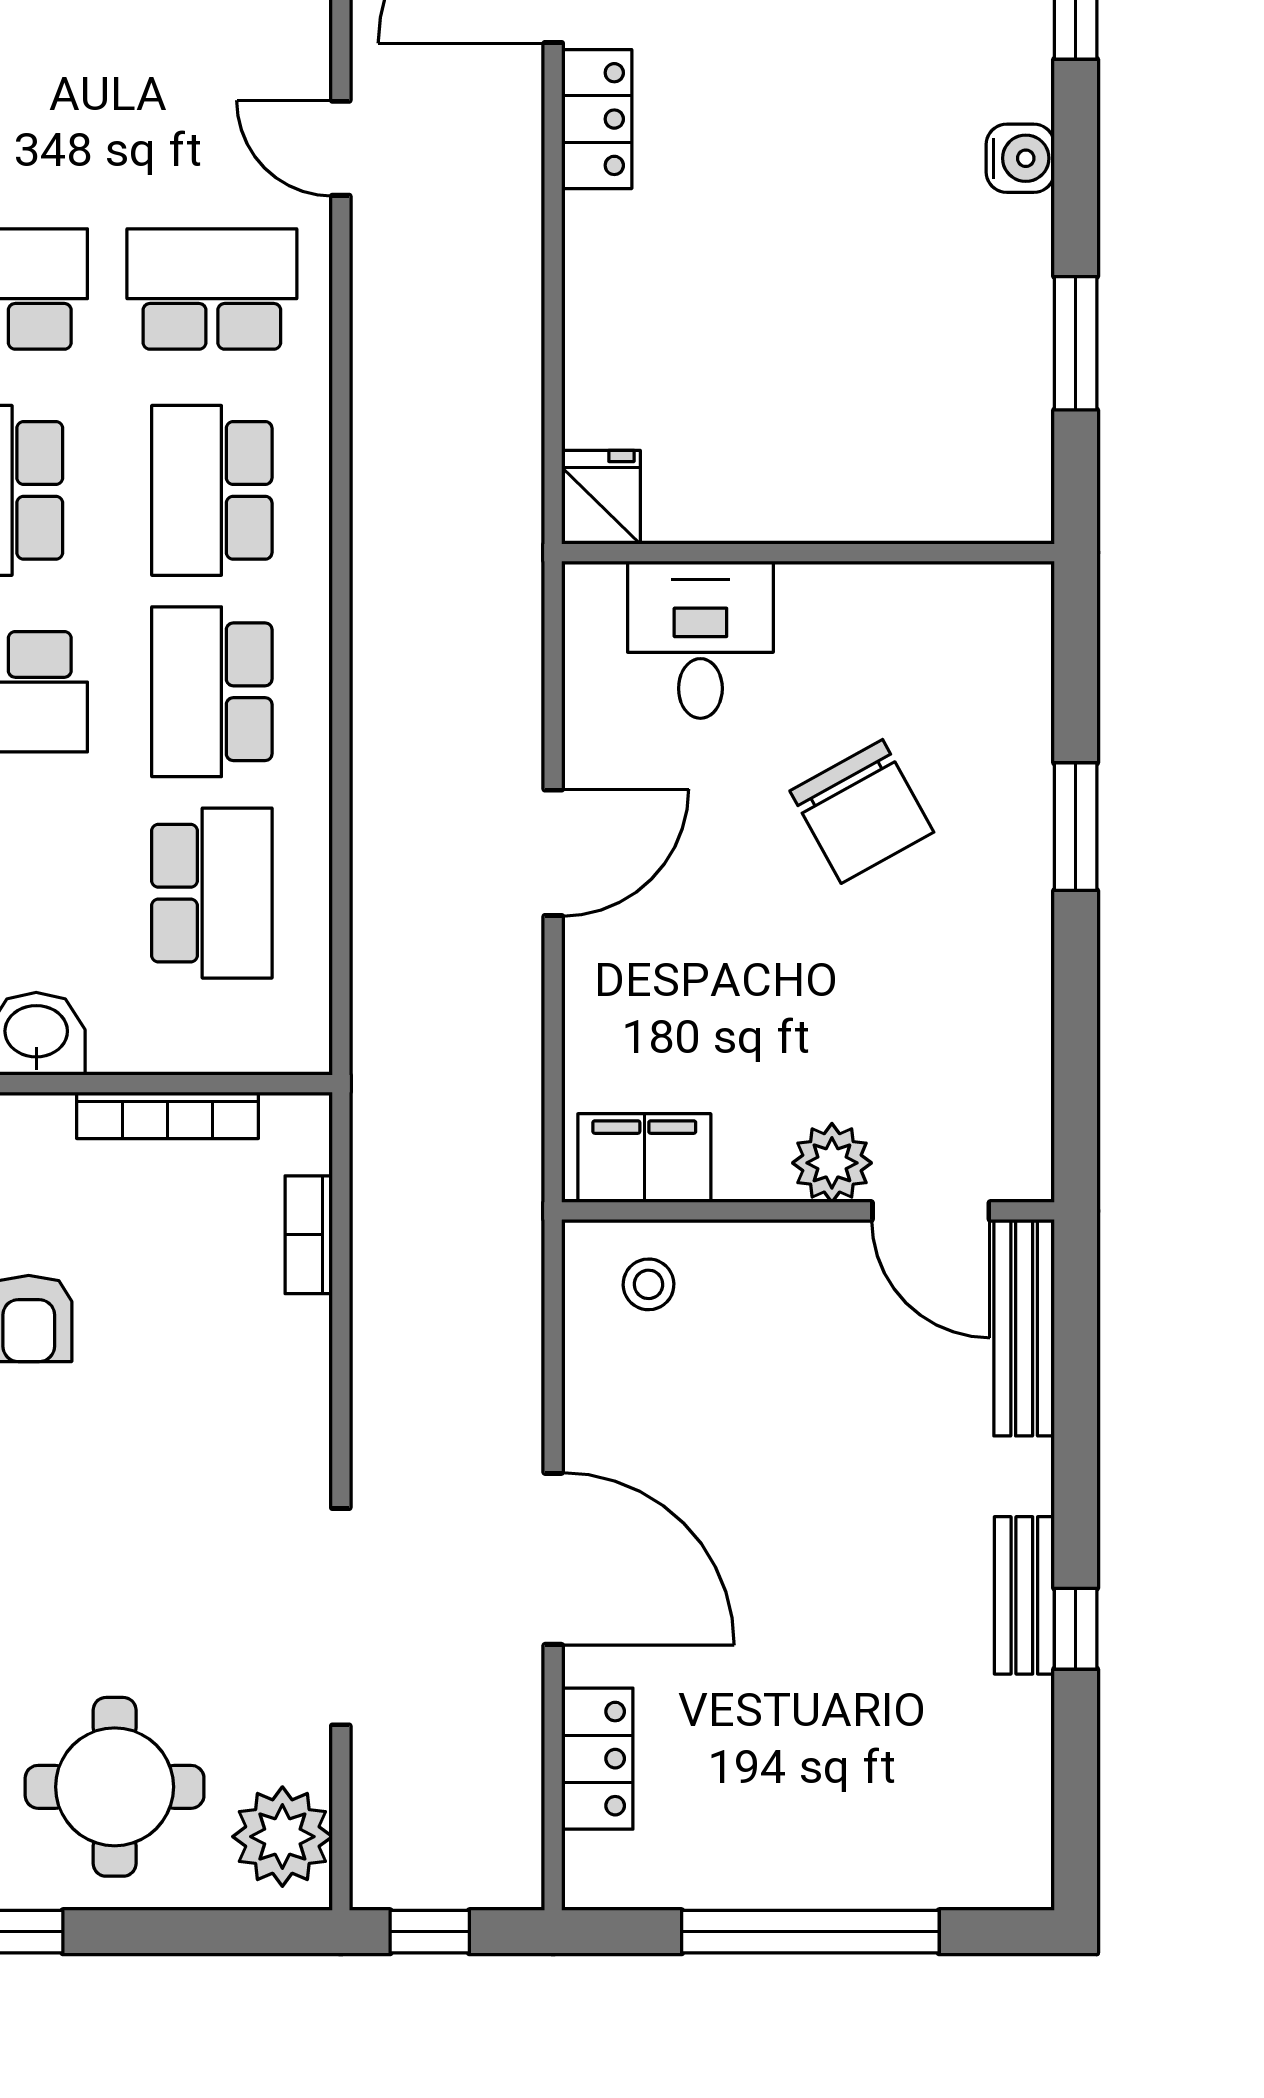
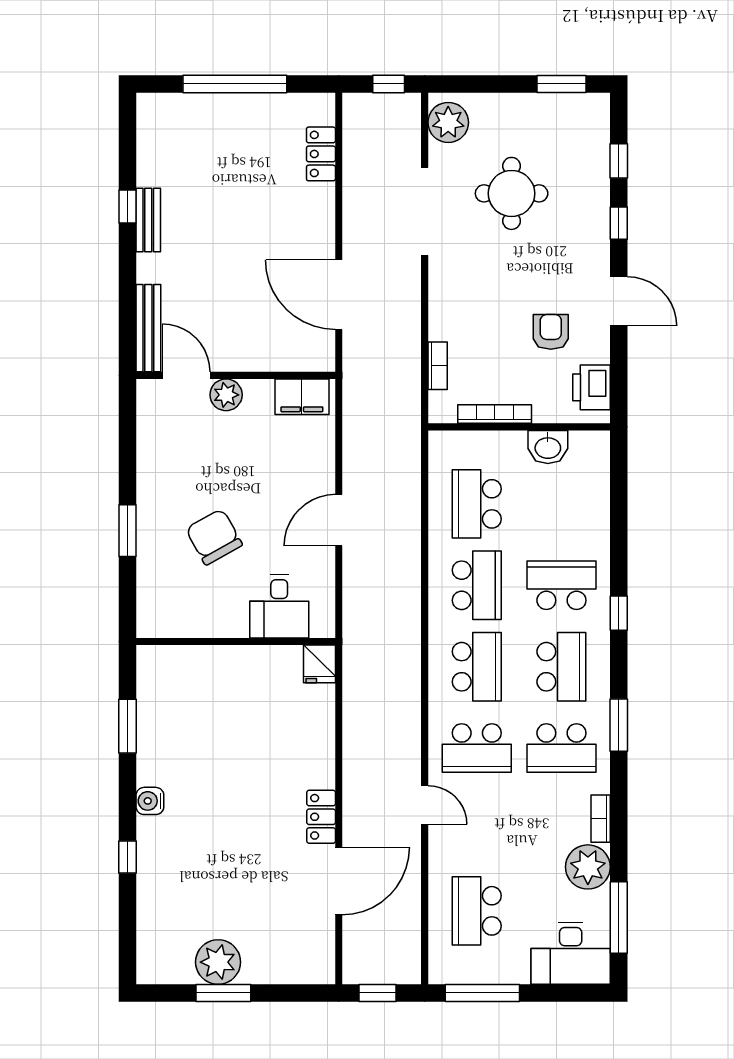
stool: (649, 1284) -> (300, 346), removed
door: (553, 1559) -> (339, 295), moved
round table: (115, 1787) -> (512, 193), moved

